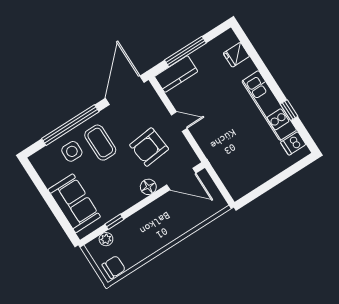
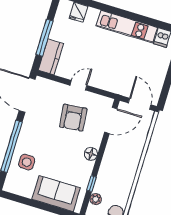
window: (289, 110) -> (142, 19), removed
coffee table: (100, 143) -> (40, 141), removed
door: (221, 186) -> (140, 104), added
floor lamp: (148, 187) -> (91, 154), moved

